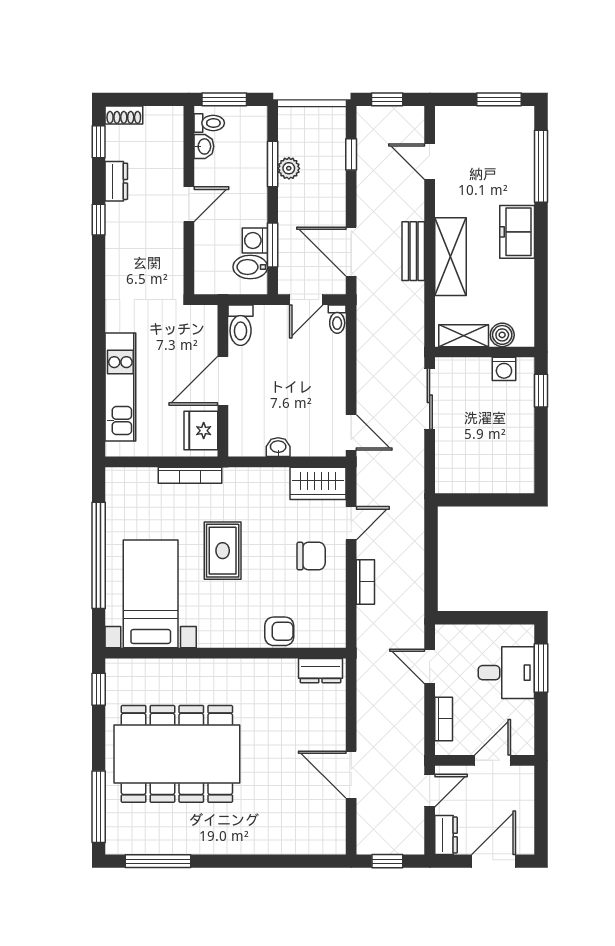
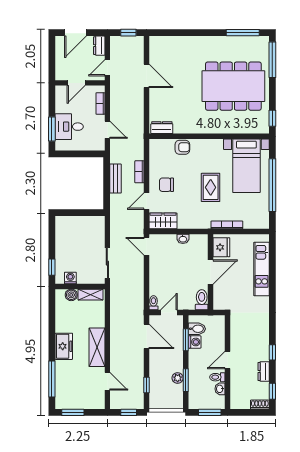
toilet: (209, 123) -> (217, 377), moved
bench: (413, 251) -> (116, 179), moved
shelving: (451, 257) -> (97, 347), moved
armchair: (279, 631) -> (182, 147), turned 180

